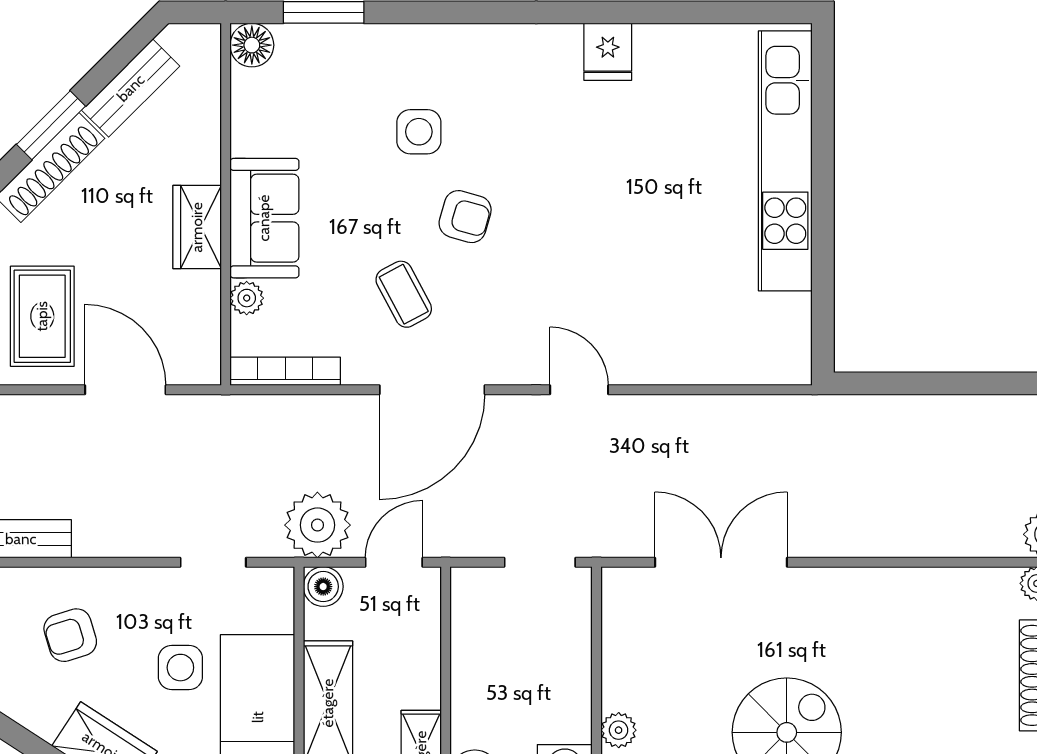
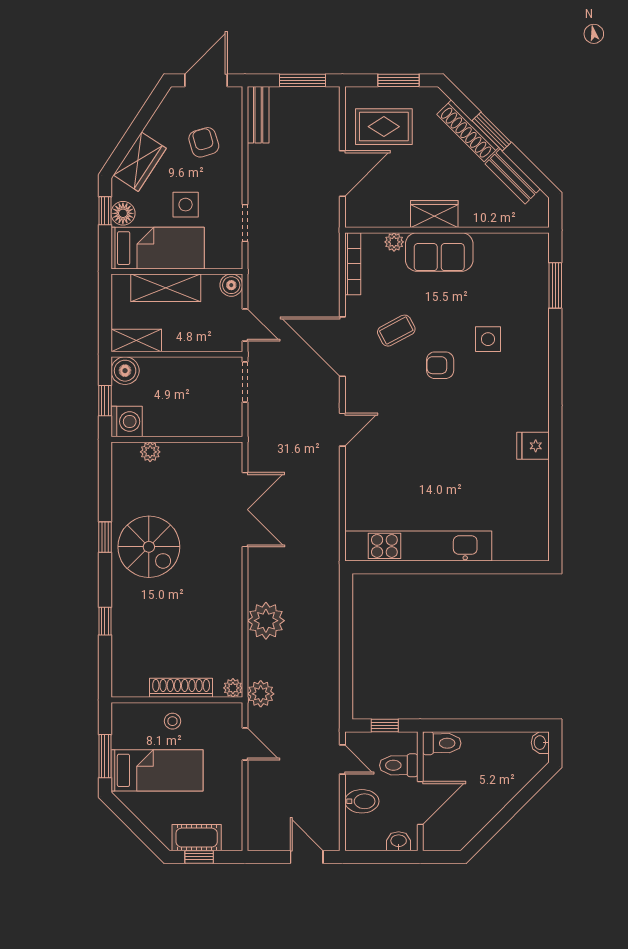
floor lamp: (252, 45) -> (537, 245), removed
kitchen unit: (785, 161) -> (418, 546), moved
armchair: (465, 217) -> (440, 365), turned 74
plant: (317, 525) -> (266, 621), moved
doorway: (540, 562) -> (245, 382), moved

